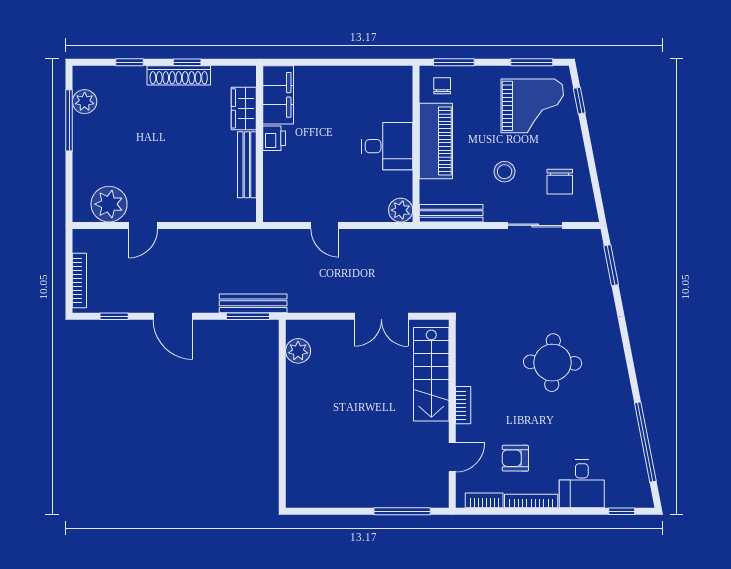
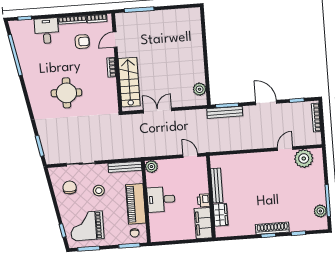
filing cabinet: (278, 95) -> (203, 223), moved
wardrobe: (244, 108) -> (221, 215), moved
printer: (274, 138) -> (204, 200), moved
wall: (260, 144) -> (211, 197), moved
bench: (247, 165) -> (217, 186), moved

